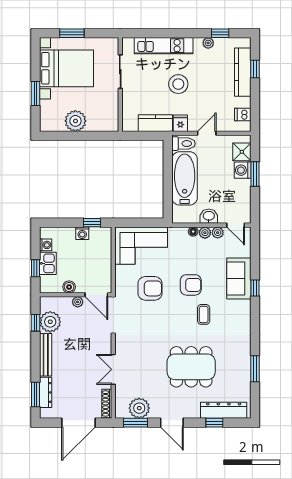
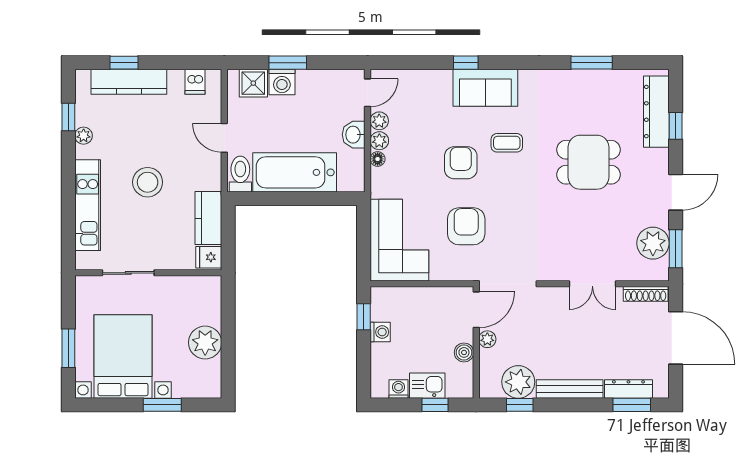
fridge: (180, 123) -> (209, 257), moved
sofa: (239, 278) -> (485, 88), moved
dining table: (191, 367) -> (589, 162), width x0.73

